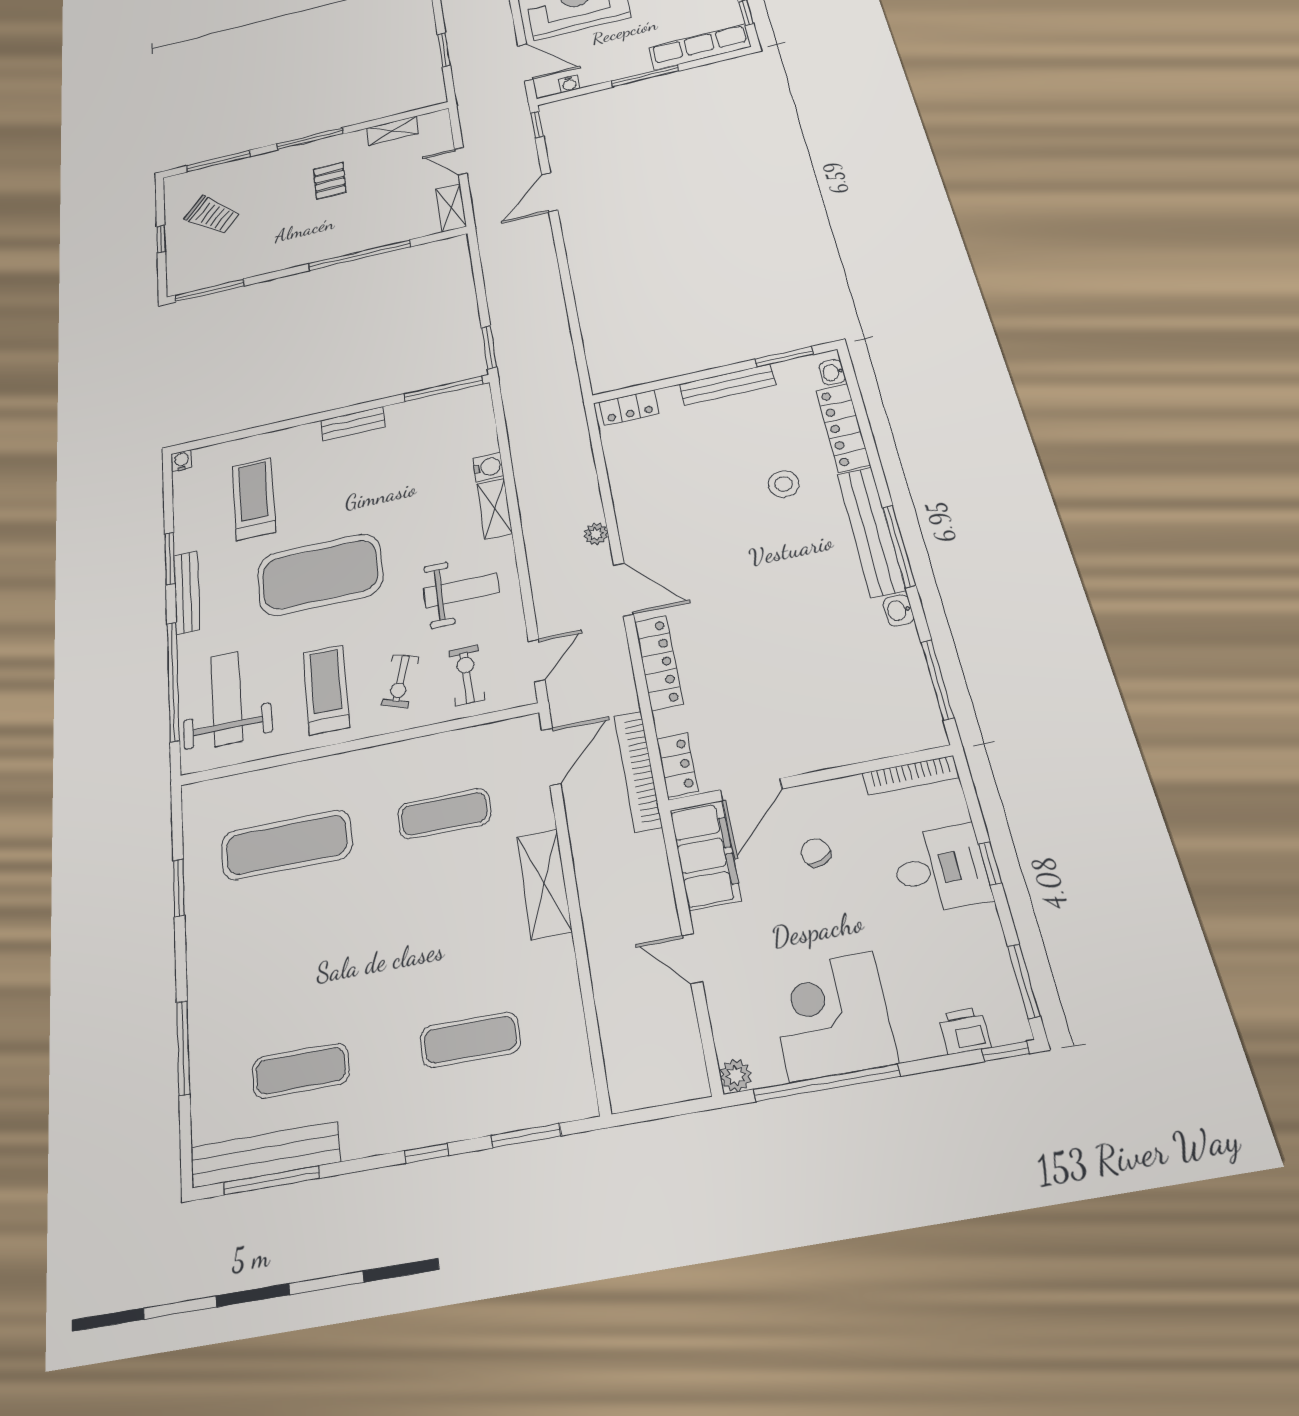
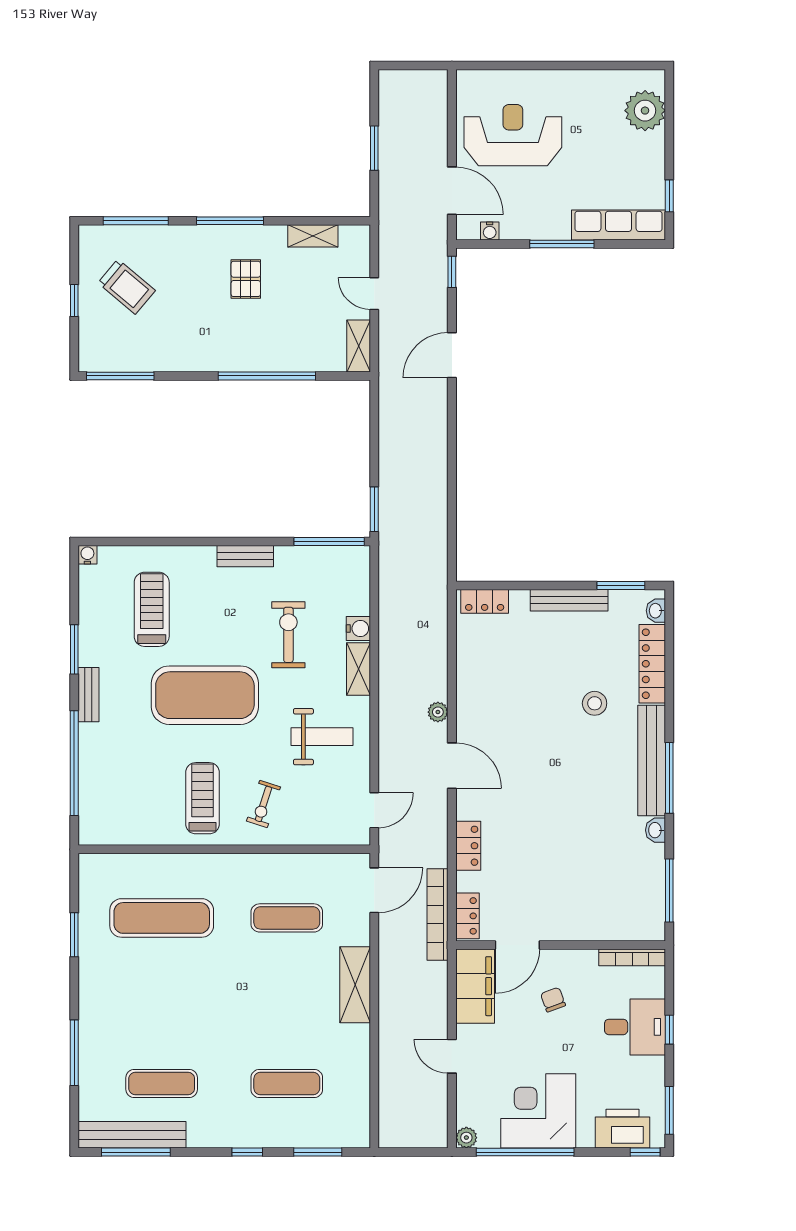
bench: (187, 592) -> (88, 695), width x0.73
locker: (659, 663) -> (468, 846), width x0.66
exercise bike: (467, 675) -> (288, 635), moved, width x1.38, depth x1.39
weight bench: (227, 699) -> (119, 788), removed
printer: (965, 1031) -> (623, 1129), width x1.87, depth x1.48

